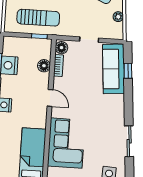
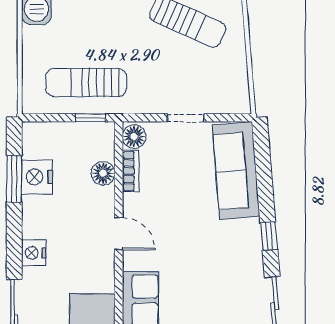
plant: (118, 17) -> (238, 70), removed
sun lounger: (38, 18) -> (86, 82), turned 180
window: (128, 71) -> (269, 236), moved

